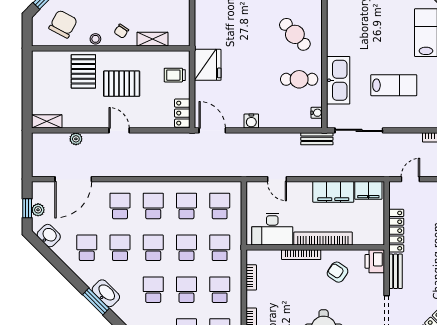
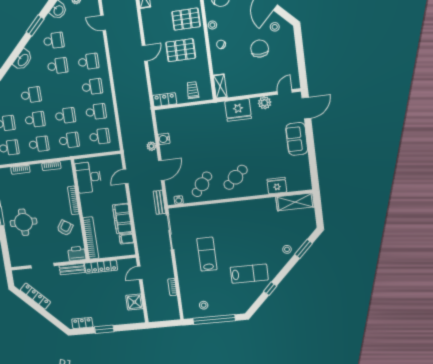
shelving: (152, 39) -> (220, 86), moved
fridge: (208, 65) -> (238, 110), moved
cafe table: (299, 79) -> (202, 184), turned 39
kitchen sink: (338, 80) -> (205, 213), removed
pallet: (122, 84) -> (181, 50), turned 90
lab bench: (394, 85) -> (207, 254), turned 180
water cooler: (251, 121) -> (164, 139), moved
door: (212, 130) -> (161, 170), moved
plant: (76, 139) -> (151, 146), moved
door: (73, 179) -> (103, 23), width x0.53
door: (410, 179) -> (140, 273), swing flipped
filing cabinet: (368, 190) -> (126, 239), width x0.50
bookcase: (323, 239) -> (91, 238), moved
school desk: (153, 248) -> (61, 91), removed
window: (96, 302) -> (35, 26), moved

